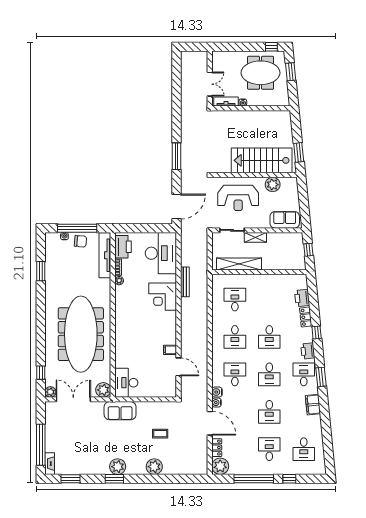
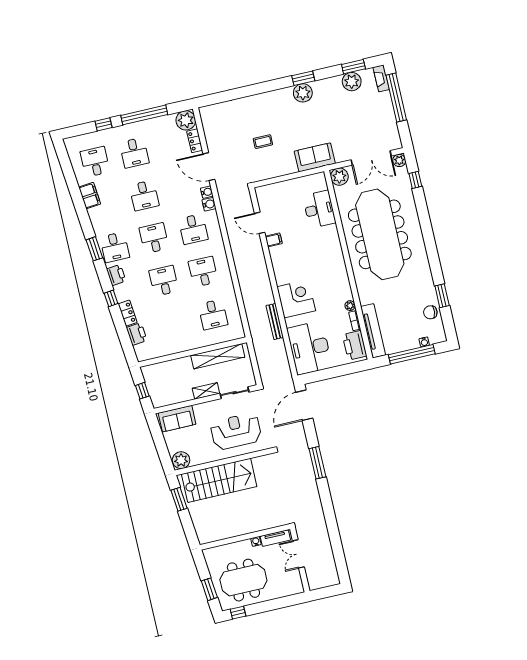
plant: (273, 185) -> (181, 460), moved
chair: (80, 241) -> (430, 312), moved
desk: (126, 383) -> (319, 209), moved
filing cabinet: (313, 405) -> (90, 196), moved
desk: (269, 412) -> (144, 195), turned 180
plant: (154, 467) -> (352, 82), moved

